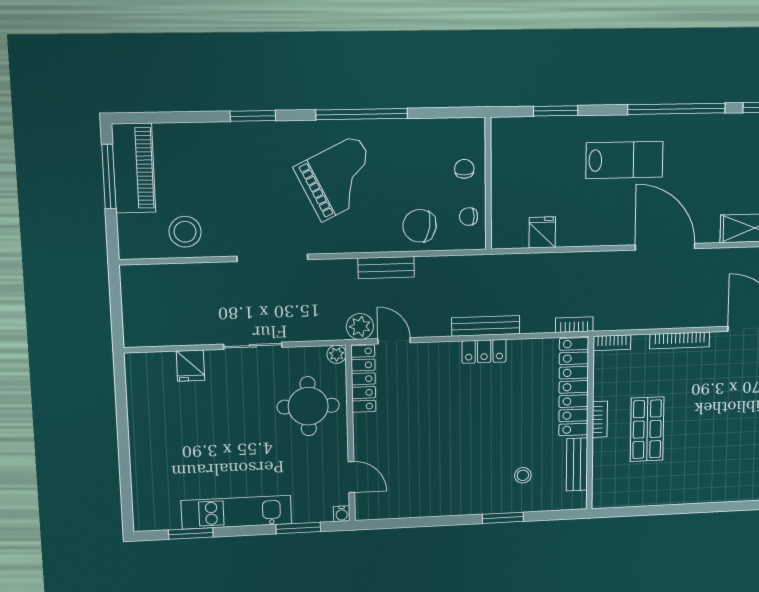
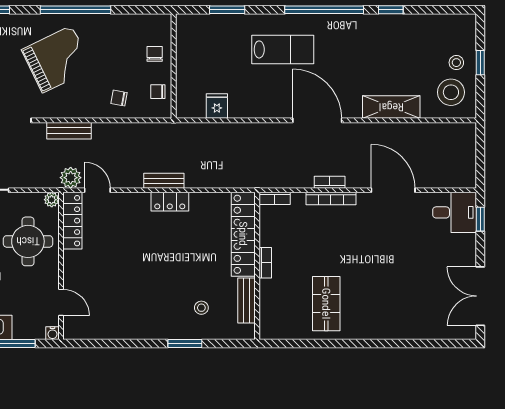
chair: (420, 226) -> (119, 98), width x0.54, depth x0.54
bench: (386, 268) -> (69, 131), moved
bookcase: (574, 325) -> (330, 182), moved
bench: (486, 326) -> (164, 181), width x0.73
shop shelf: (647, 429) -> (326, 304), moved

